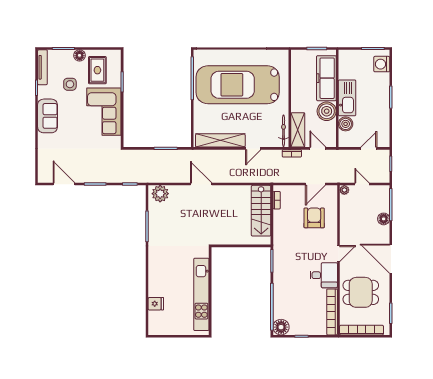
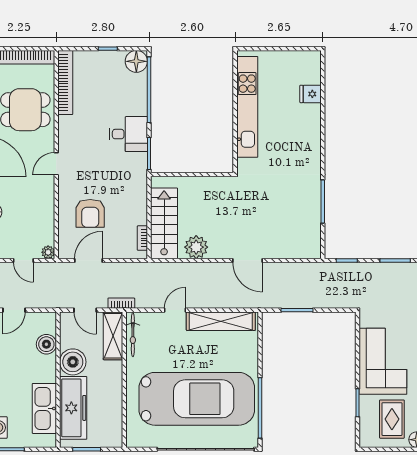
kitchen sink: (347, 98) -> (44, 408), moved
plant: (160, 194) -> (196, 247), moved
desk: (324, 275) -> (128, 134), moved, turned 180

